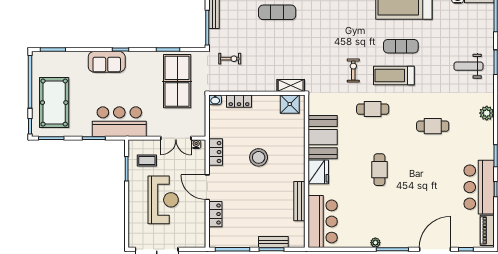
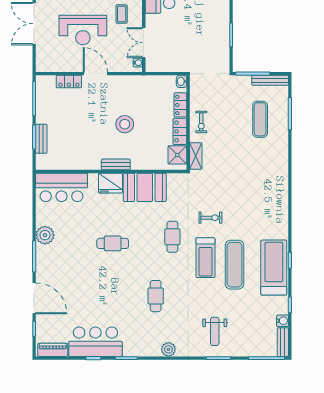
exercise mat: (277, 12) -> (260, 119), moved
exercise mat: (401, 46) -> (234, 265), width x1.36, depth x1.45
exercise bike: (230, 59) -> (201, 122), moved
weight bench: (469, 66) -> (215, 331), turned 180
treadmill: (394, 76) -> (205, 258), turned 180
table tennis table: (177, 81) -> (200, 44), removed
locker: (216, 152) -> (180, 131), moved, turned 90
door: (207, 187) -> (95, 74), hinge flipped
bench: (299, 201) -> (116, 164), moved, width x0.73
plant: (375, 243) -> (45, 235), width x1.88, depth x1.88

